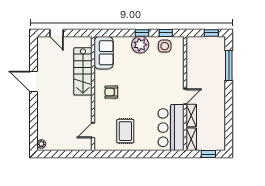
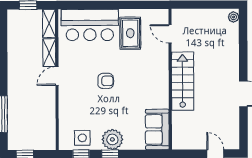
stairs: (83, 71) -> (183, 81), moved
armchair: (111, 92) -> (106, 81), moved
bar counter: (171, 128) -> (90, 25), moved, turned 90
door: (93, 130) -> (170, 34), swing flipped

